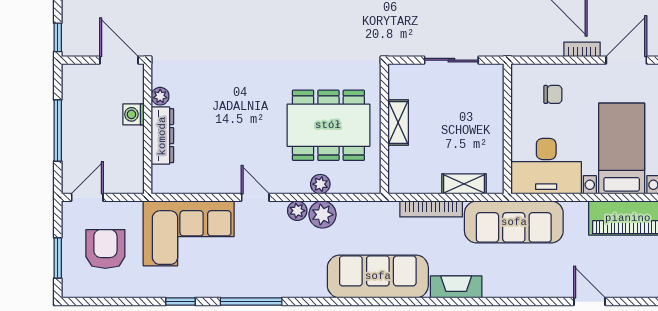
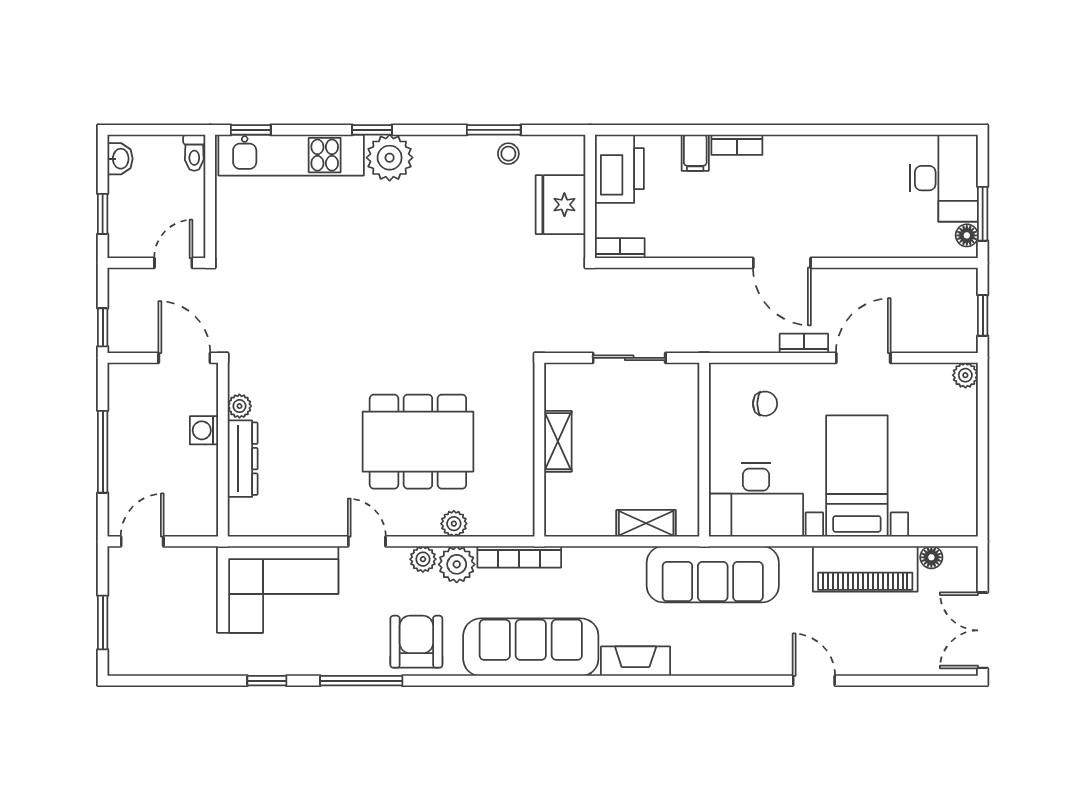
dining table: (328, 125) -> (418, 442), moved
bookcase: (431, 209) -> (519, 557), moved
armchair: (105, 249) -> (416, 642), moved

